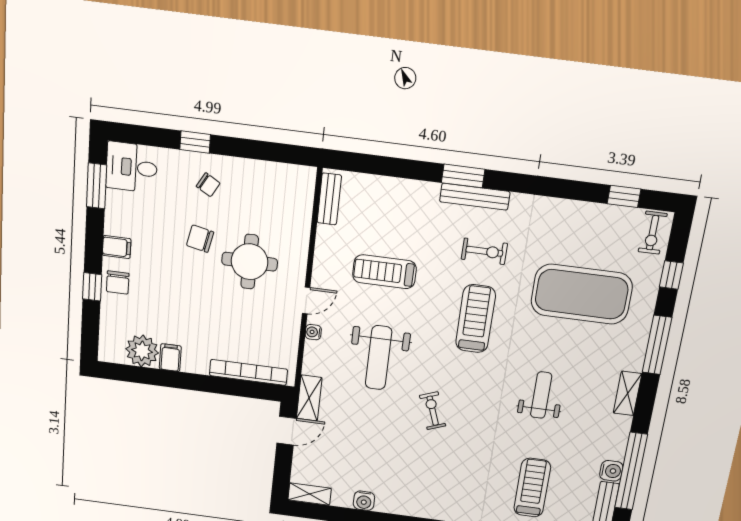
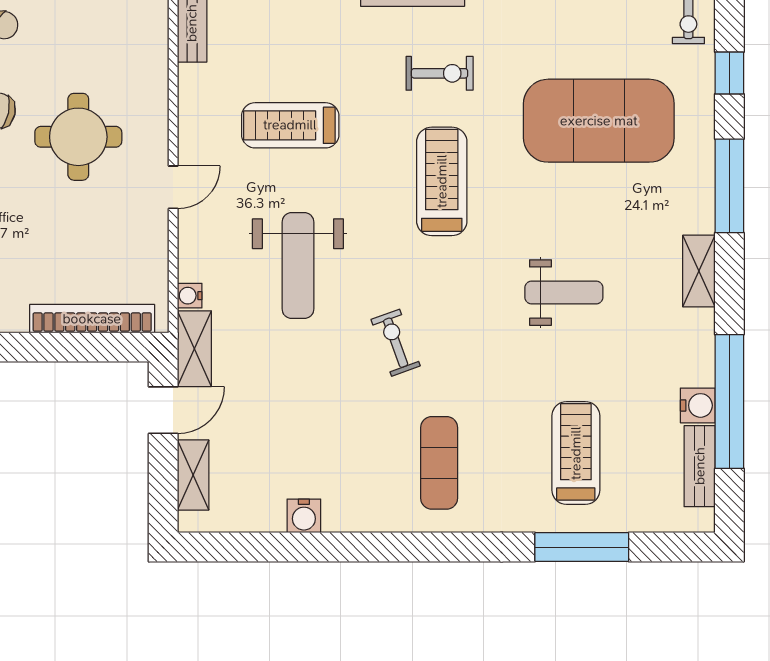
water cooler: (313, 332) -> (190, 296), moved
weight bench: (541, 395) -> (564, 293), turned 90
exercise mat: (449, 482) -> (439, 463), added
shelving: (310, 494) -> (193, 475), moved, turned 90

